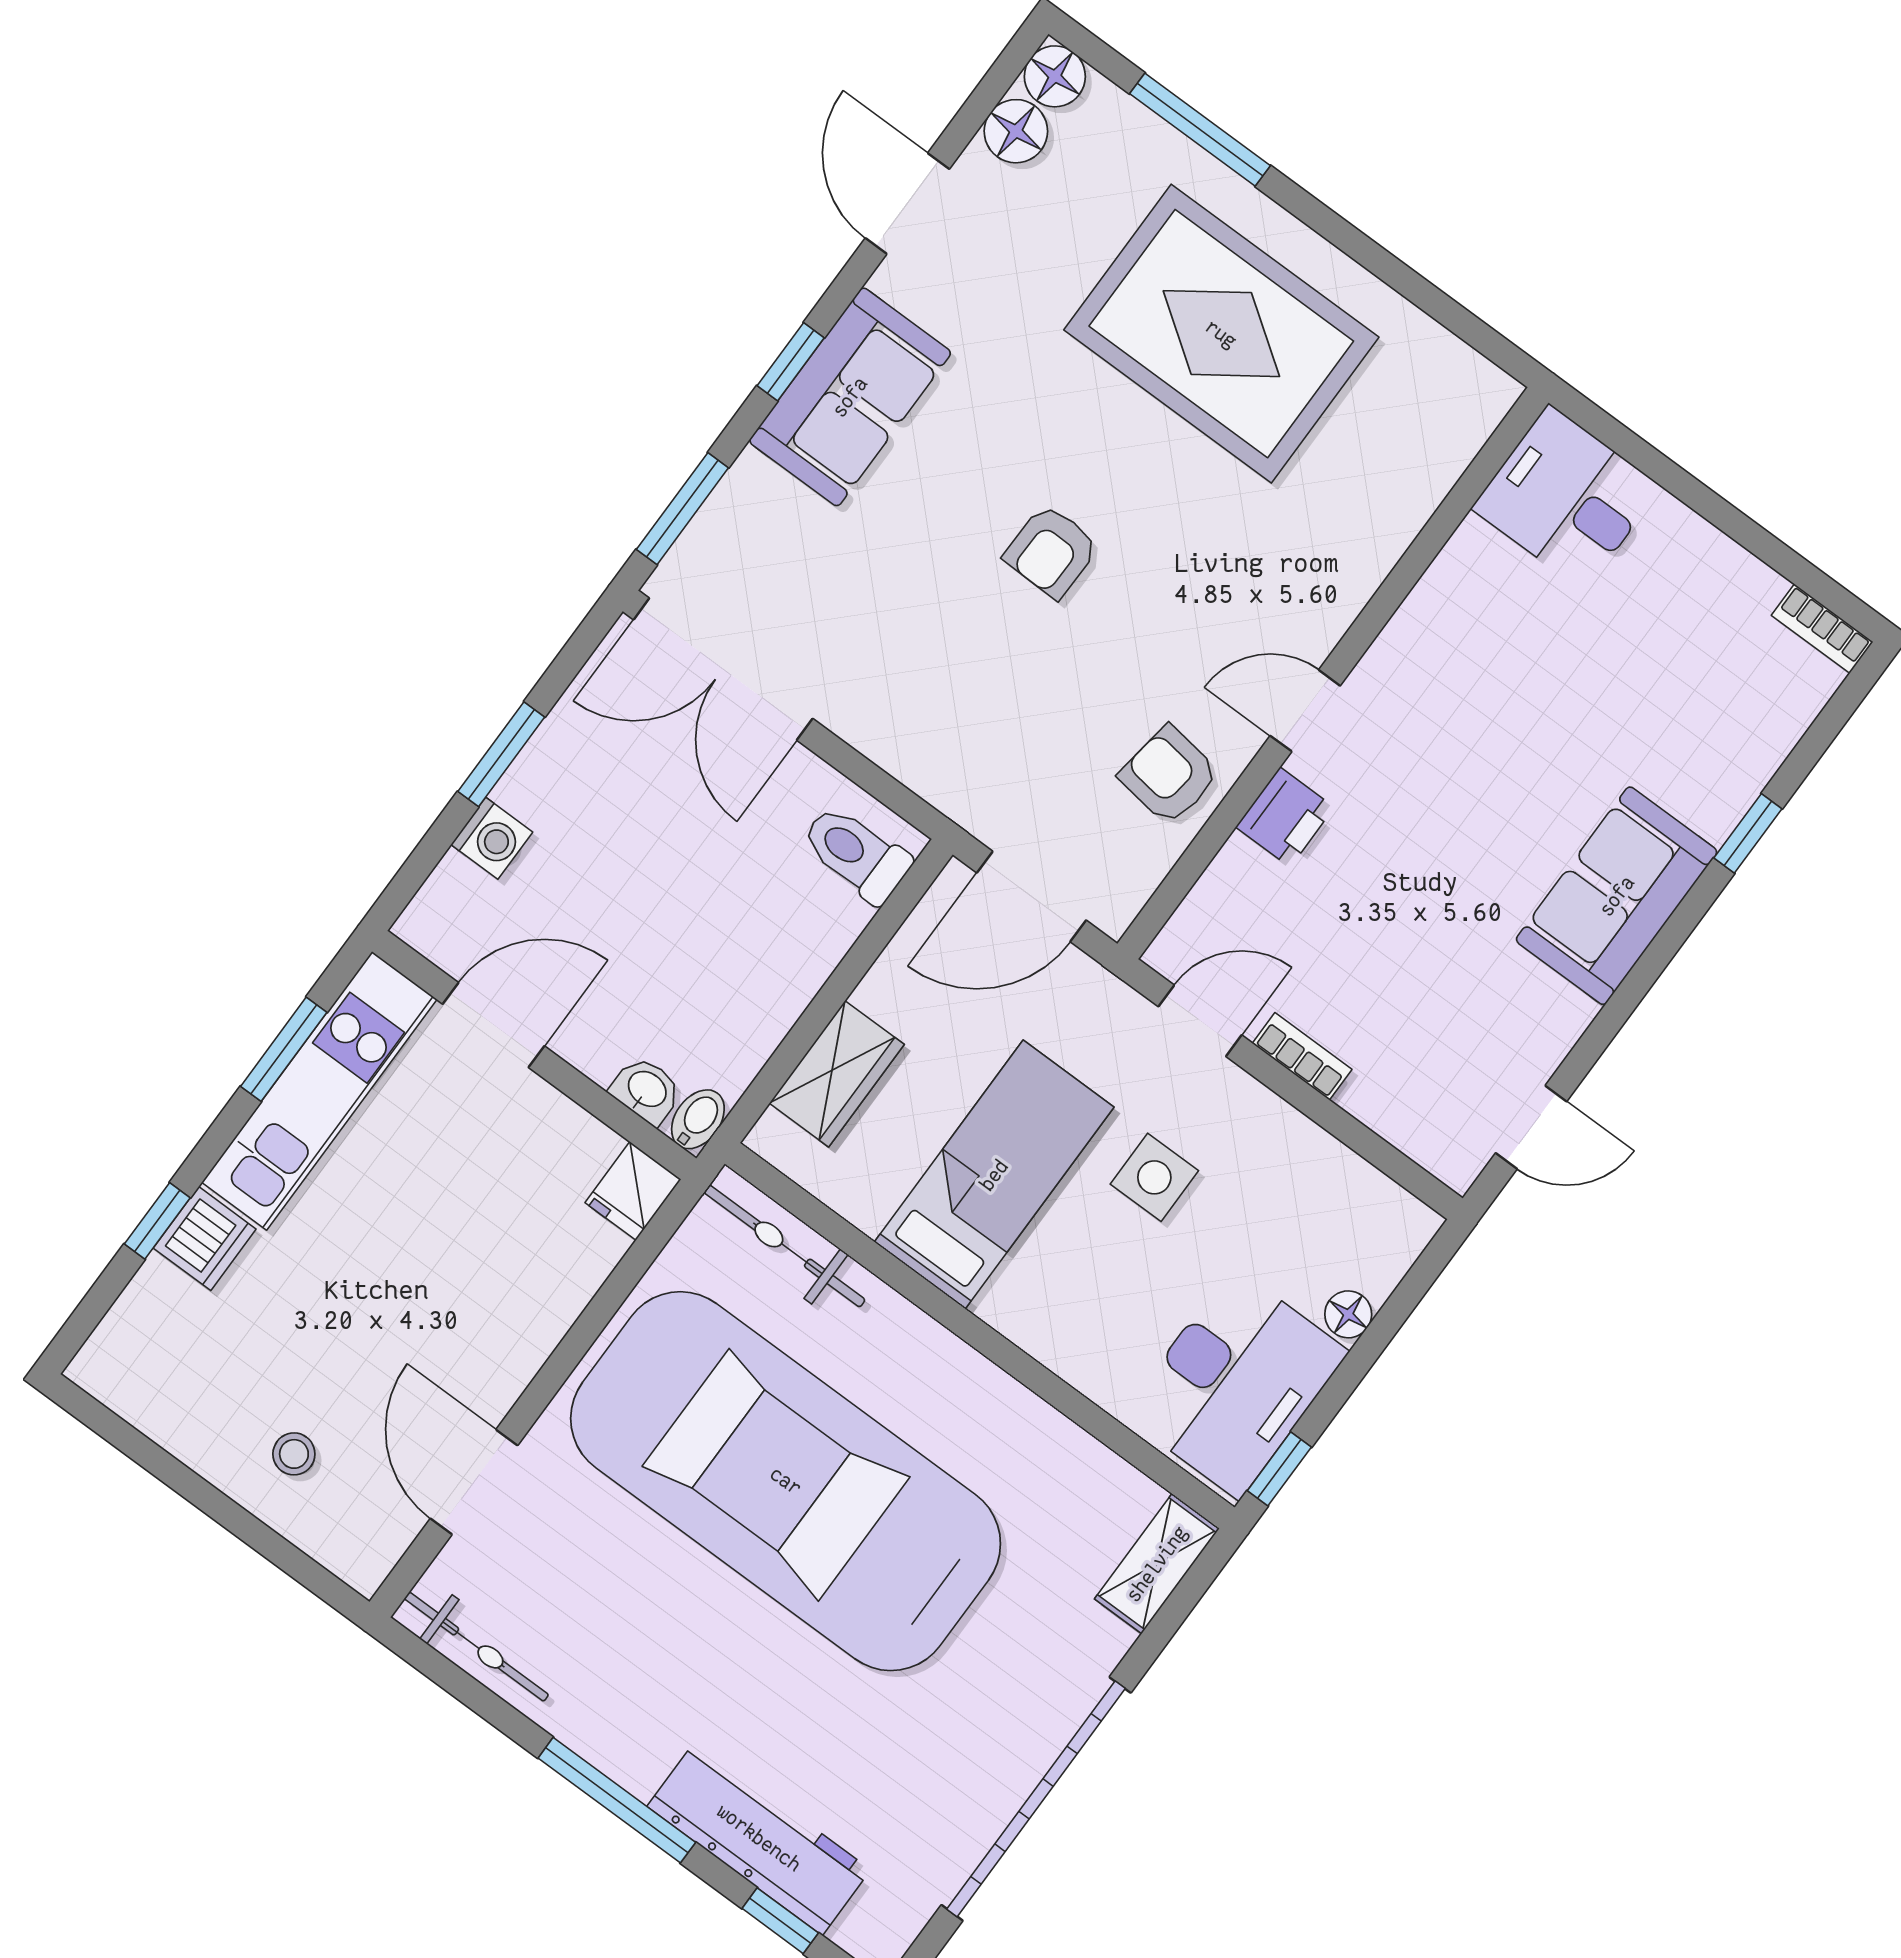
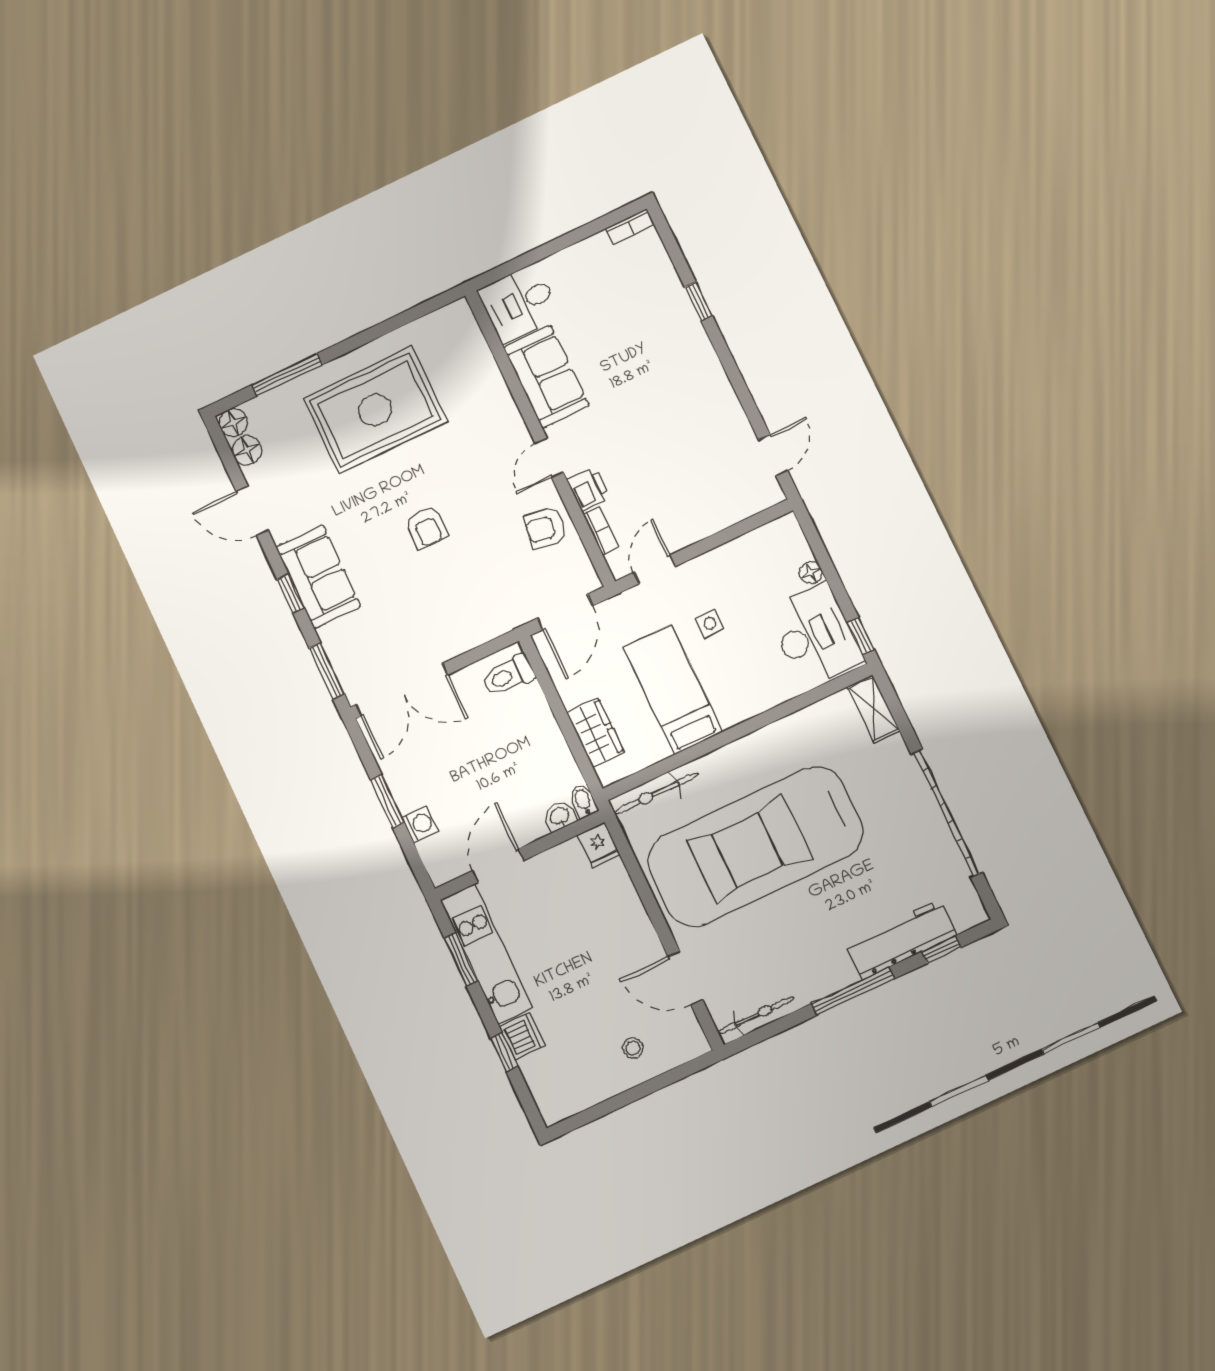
sofa: (1617, 896) -> (546, 377), moved, turned 180
bookcase: (1302, 1056) -> (601, 531), moved, turned 90
side table: (1154, 1177) -> (710, 623), width x0.73, depth x0.73

